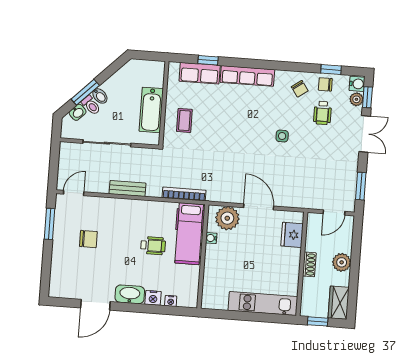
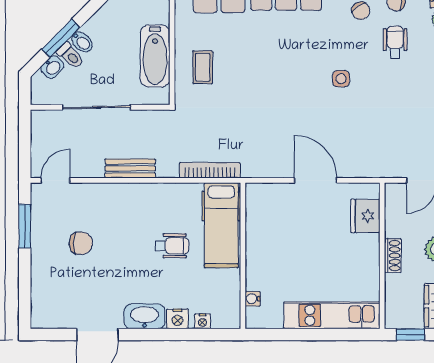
wheelchair: (322, 113) -> (395, 42), turned 180
plant: (227, 218) -> (273, 199), removed
water cooler: (211, 238) -> (253, 299), moved

